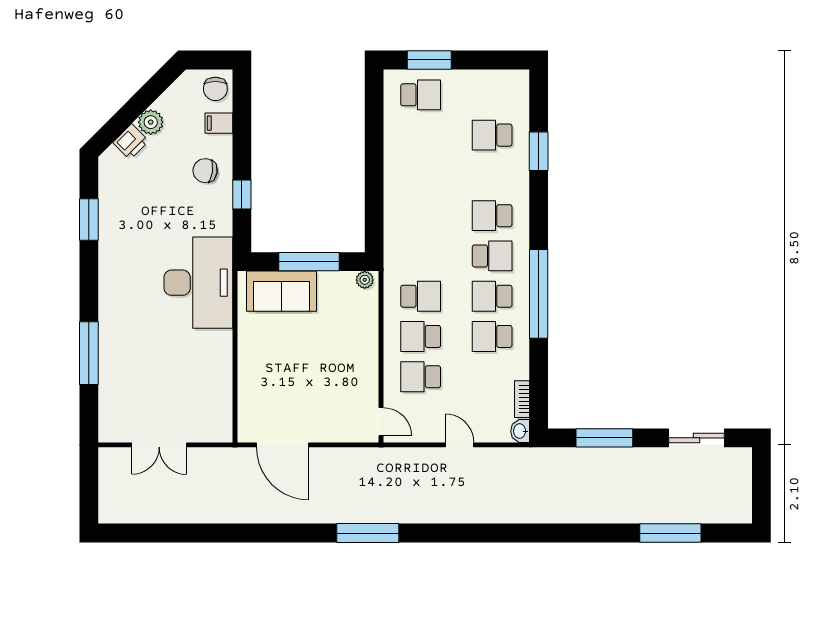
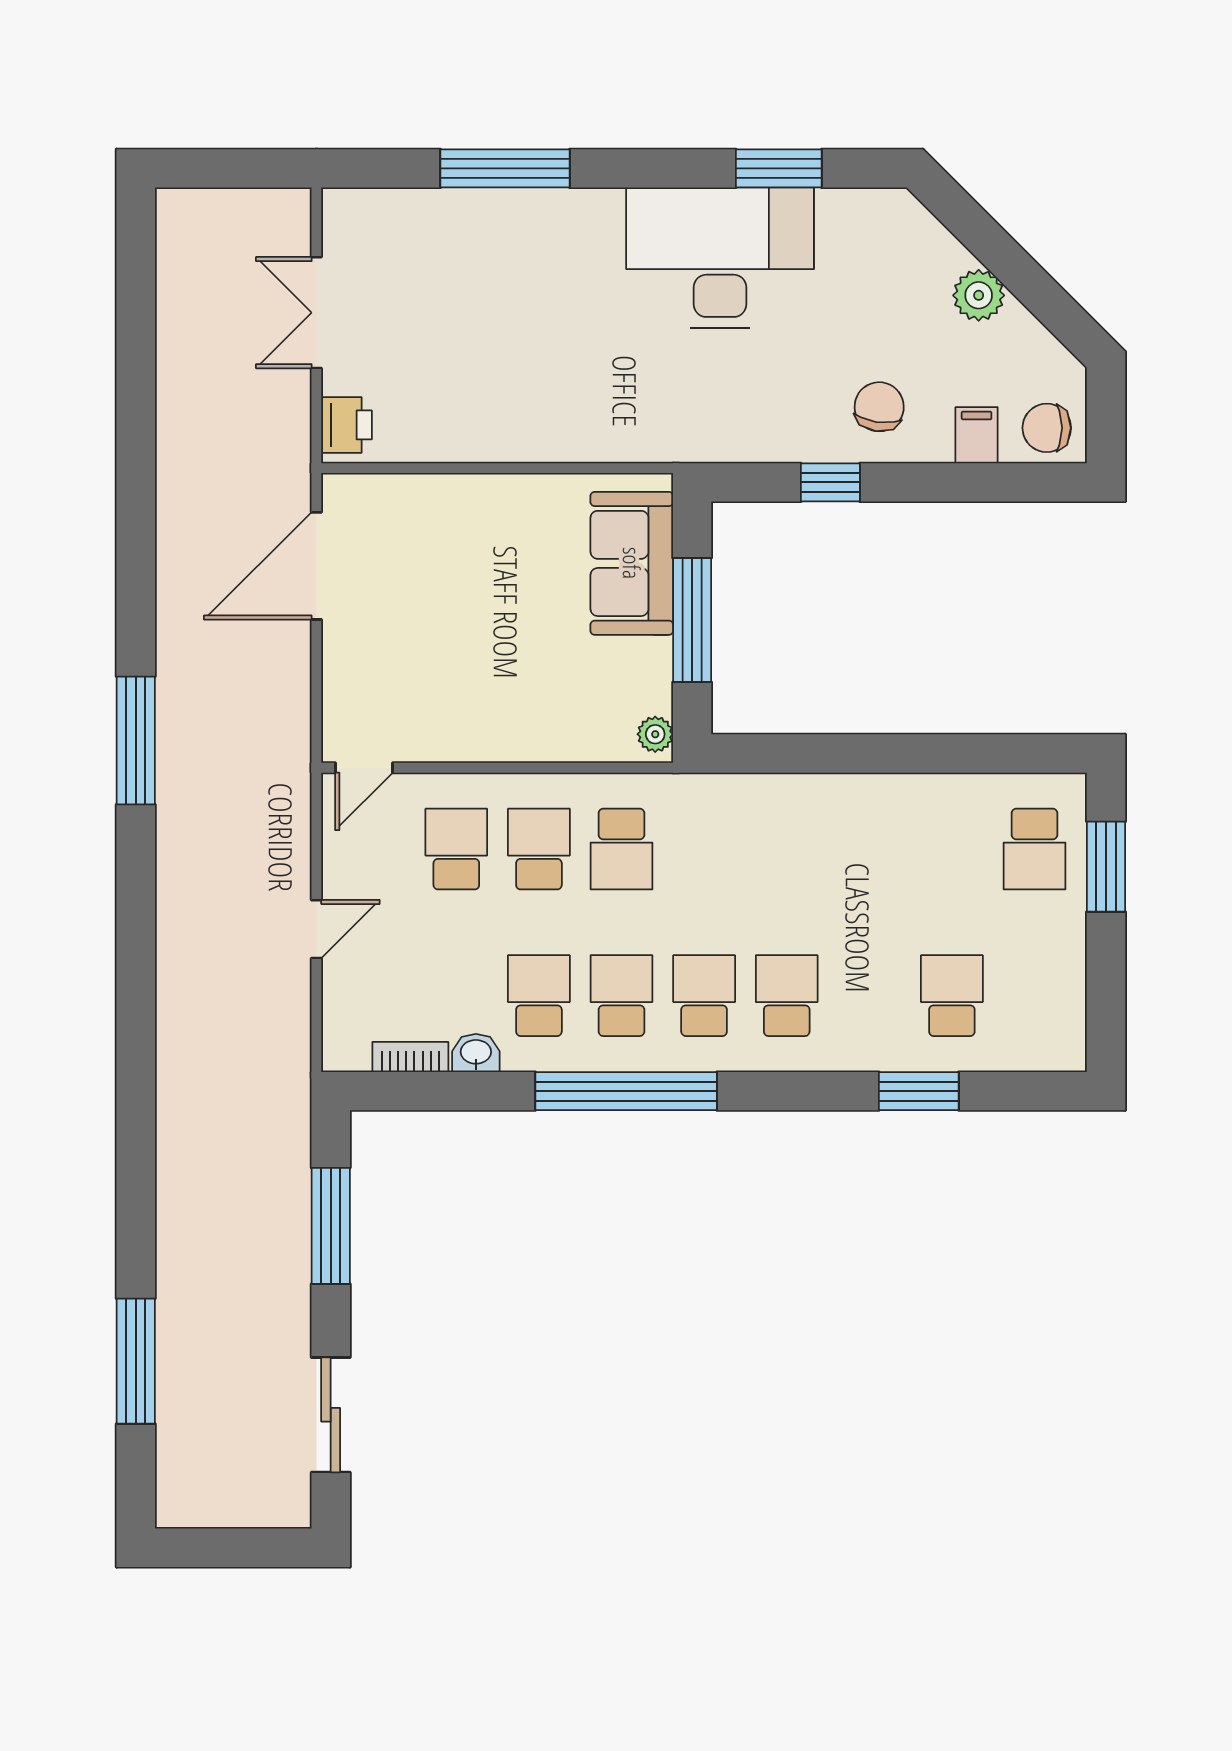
printer: (131, 142) -> (347, 425), moved, turned -135
school desk: (492, 256) -> (704, 996), turned 180
desk: (198, 283) -> (720, 258), moved, turned 180
washbasin: (520, 431) -> (476, 1053), moved

